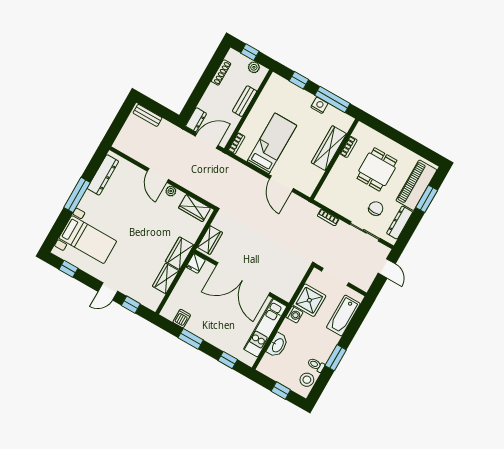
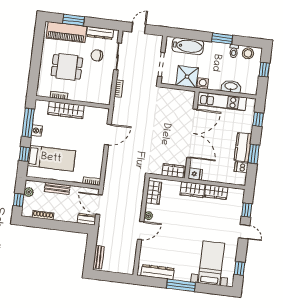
bed: (272, 143) -> (51, 158), moved, turned 180
kitchen counter: (203, 330) -> (243, 147), added

